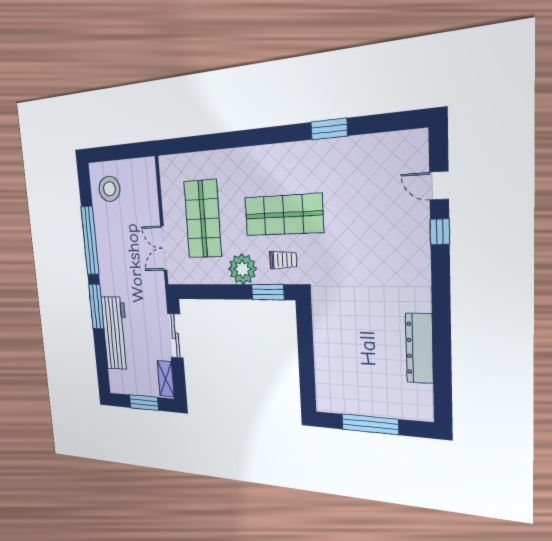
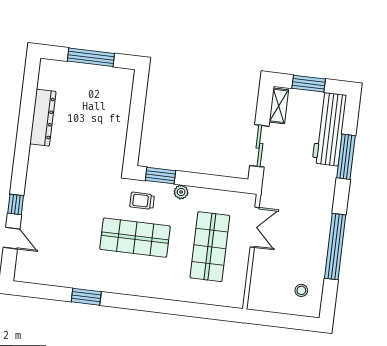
stool: (109, 189) -> (301, 290), width x0.53, depth x0.53
plant: (242, 269) -> (181, 192), width x0.53, depth x0.53
window: (96, 306) -> (346, 157), moved
workbench: (115, 333) -> (329, 129), moved

